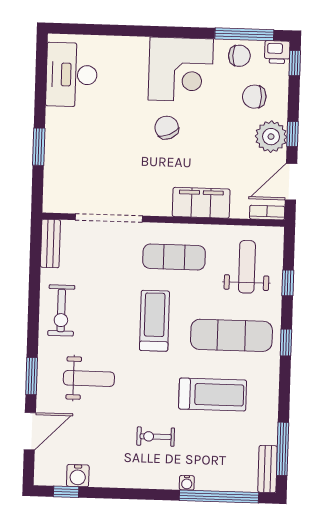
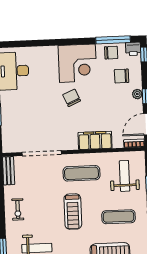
plant: (271, 137) -> (137, 94), width x0.53, depth x0.53
exercise bike: (61, 310) -> (18, 209), width x0.73, depth x0.72
treadmill: (154, 321) -> (73, 212), turned 180
exercise mat: (231, 335) -> (119, 217), width x0.73, depth x0.69

